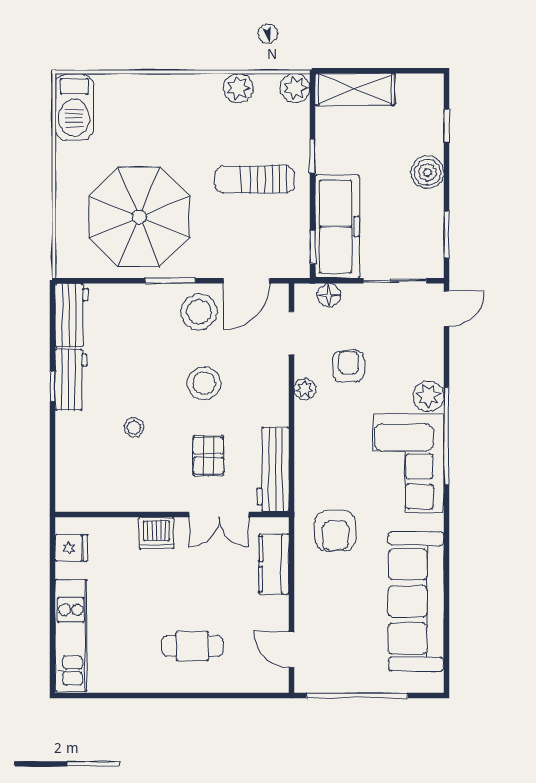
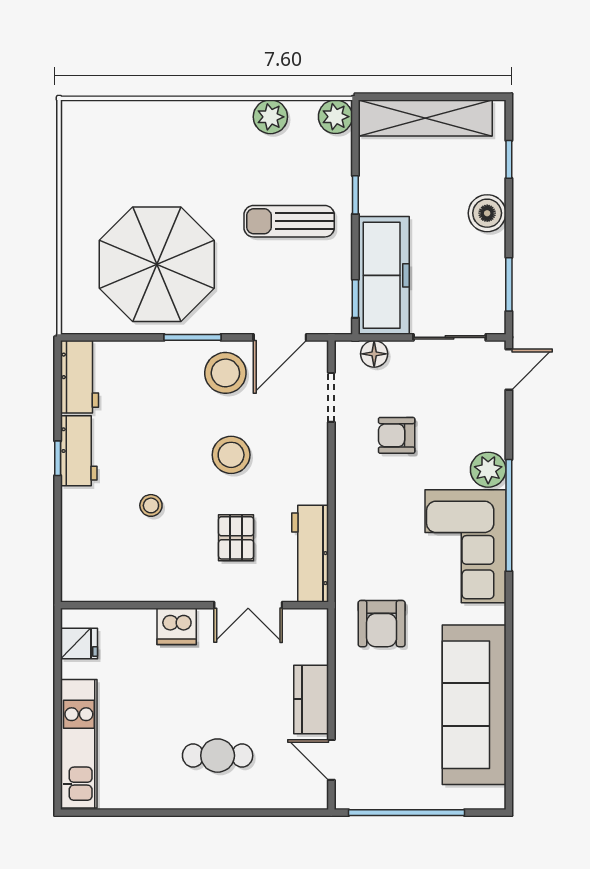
shelving: (355, 89) -> (425, 118), width x1.47
barbecue: (74, 107) -> (82, 139), removed
armchair: (348, 366) -> (397, 435), turned -90
plant: (305, 389) -> (347, 461), removed
kitchen counter: (274, 564) -> (311, 699), moved

